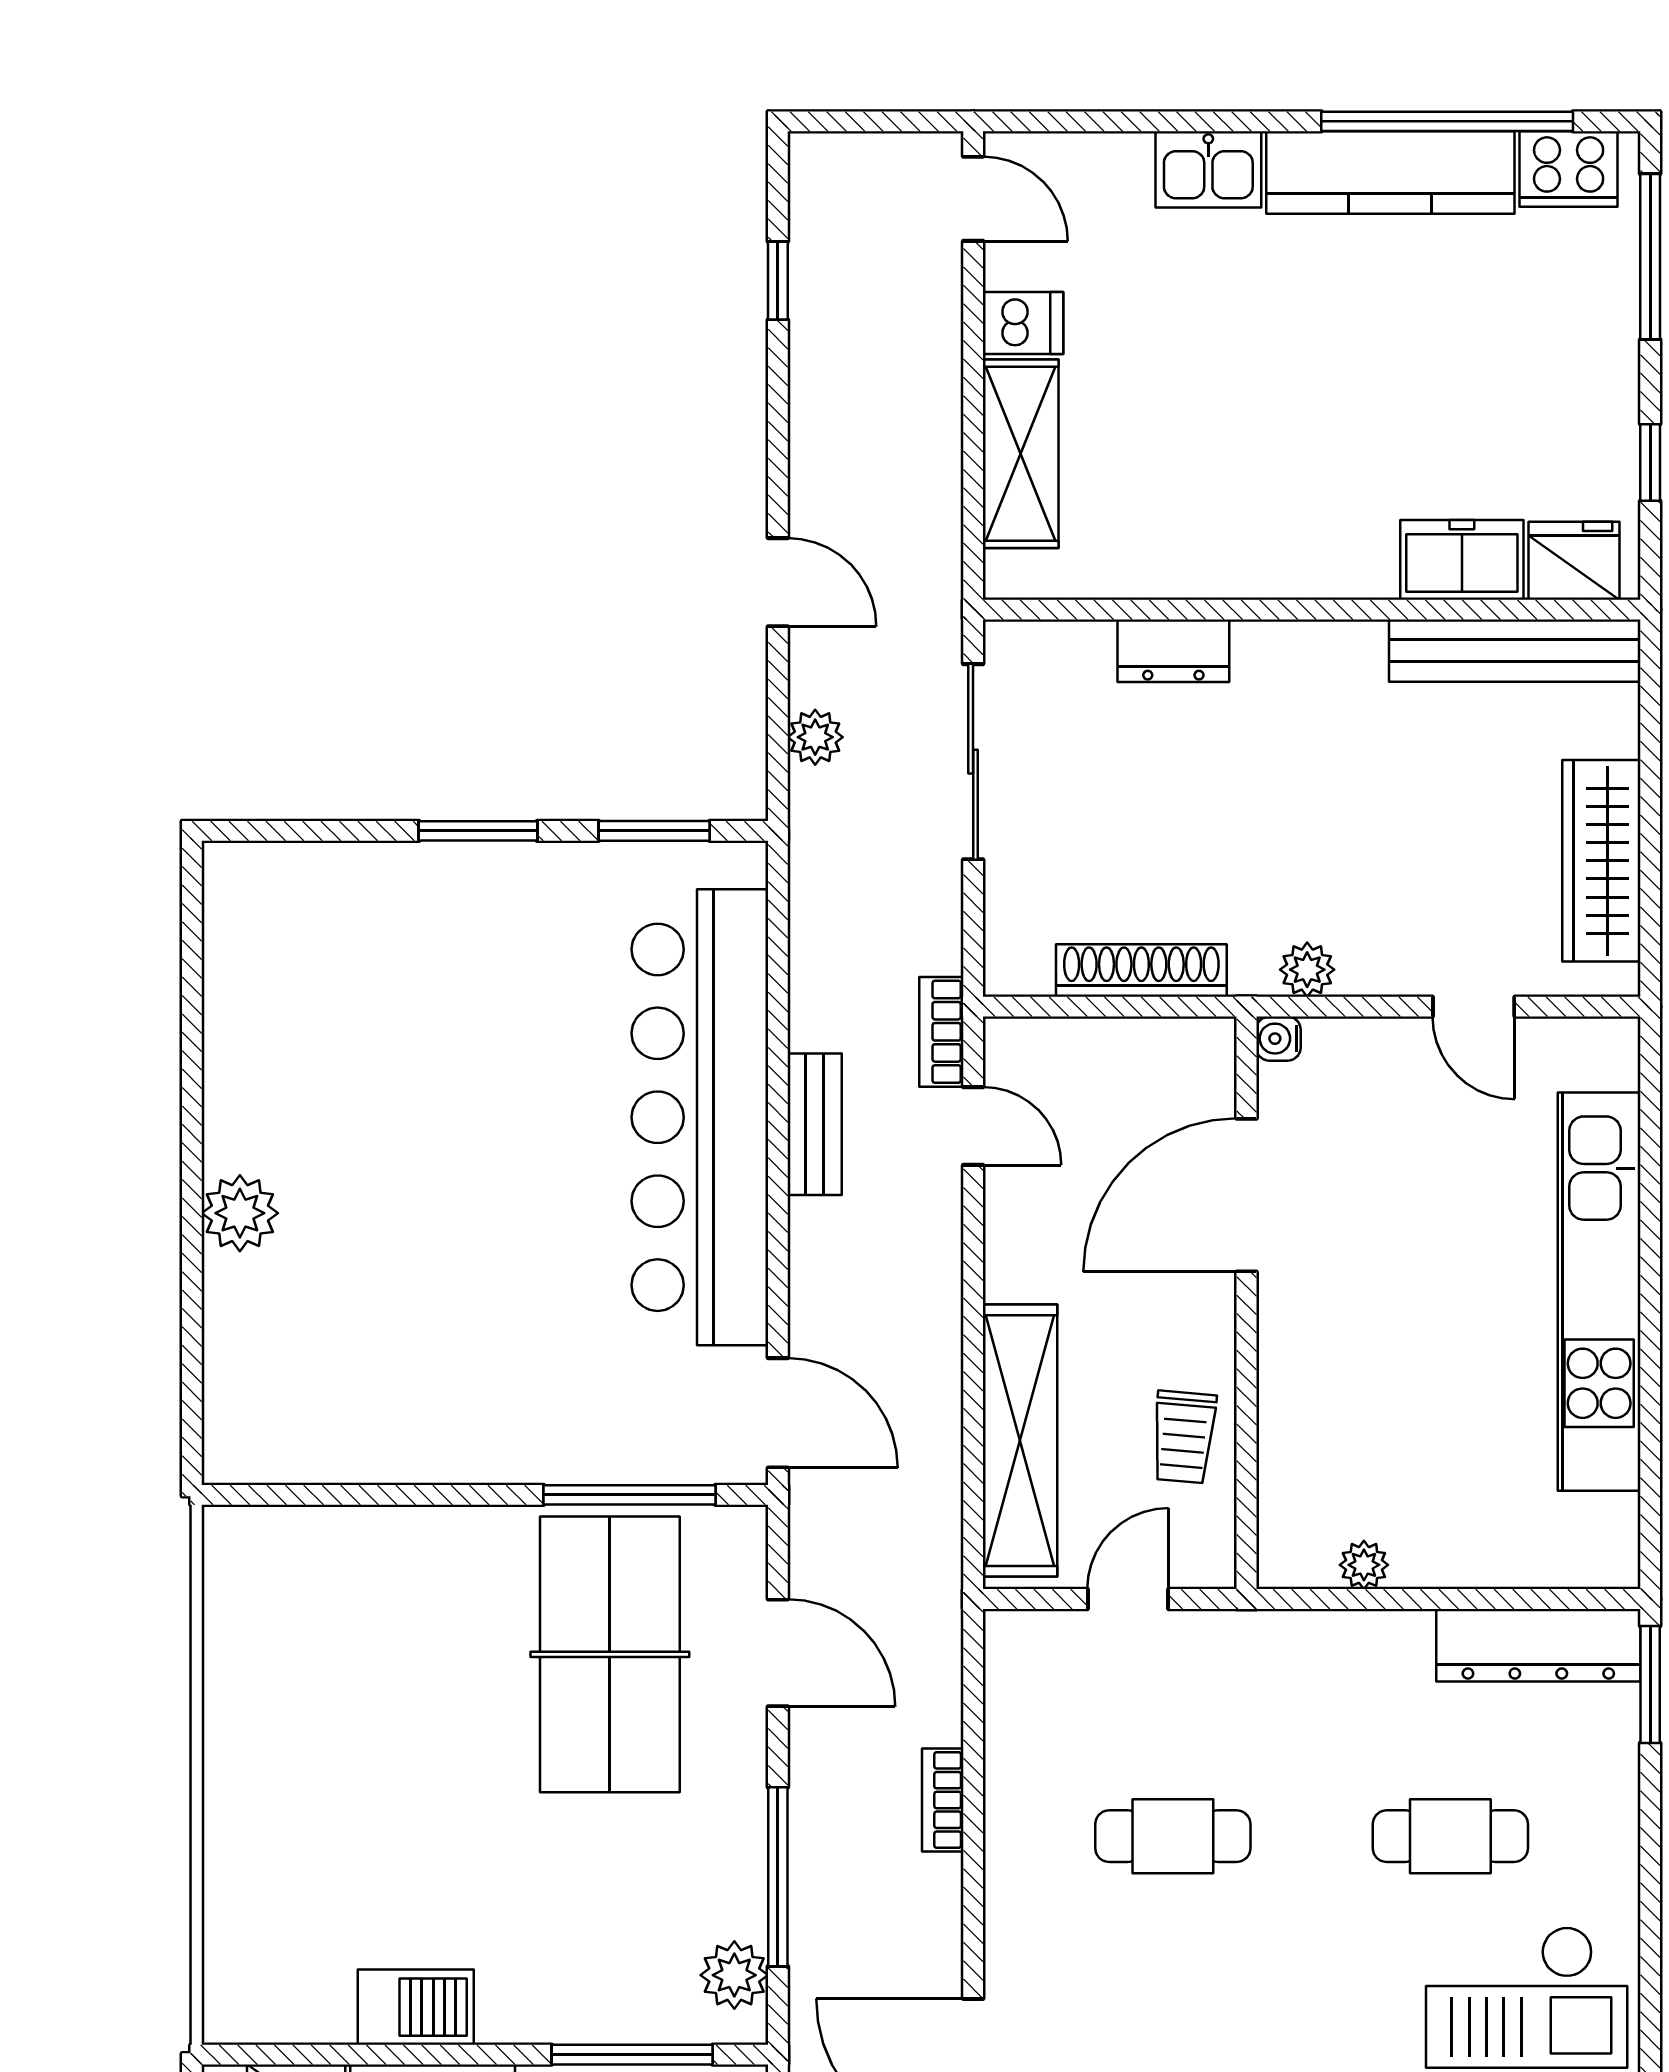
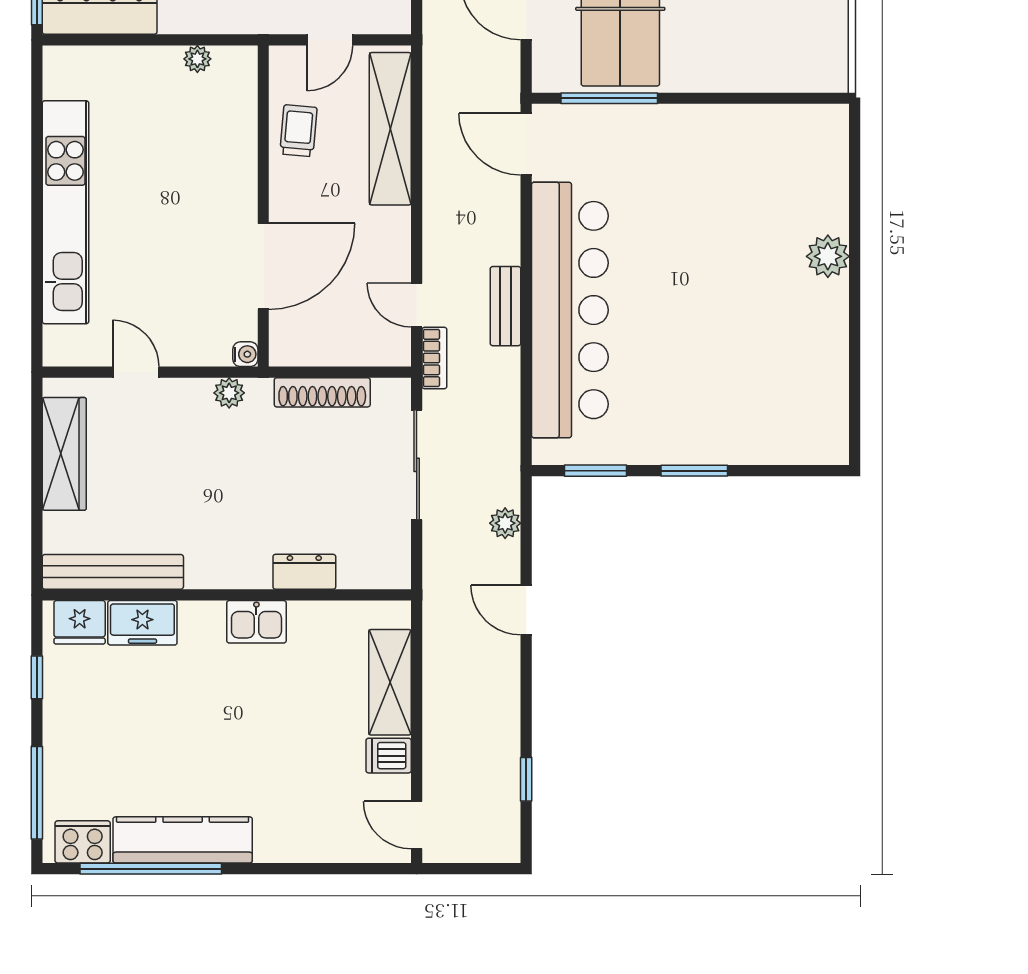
kitchen sink: (1208, 169) -> (256, 622), moved, turned 180
sliding door: (973, 762) -> (417, 465), moved

